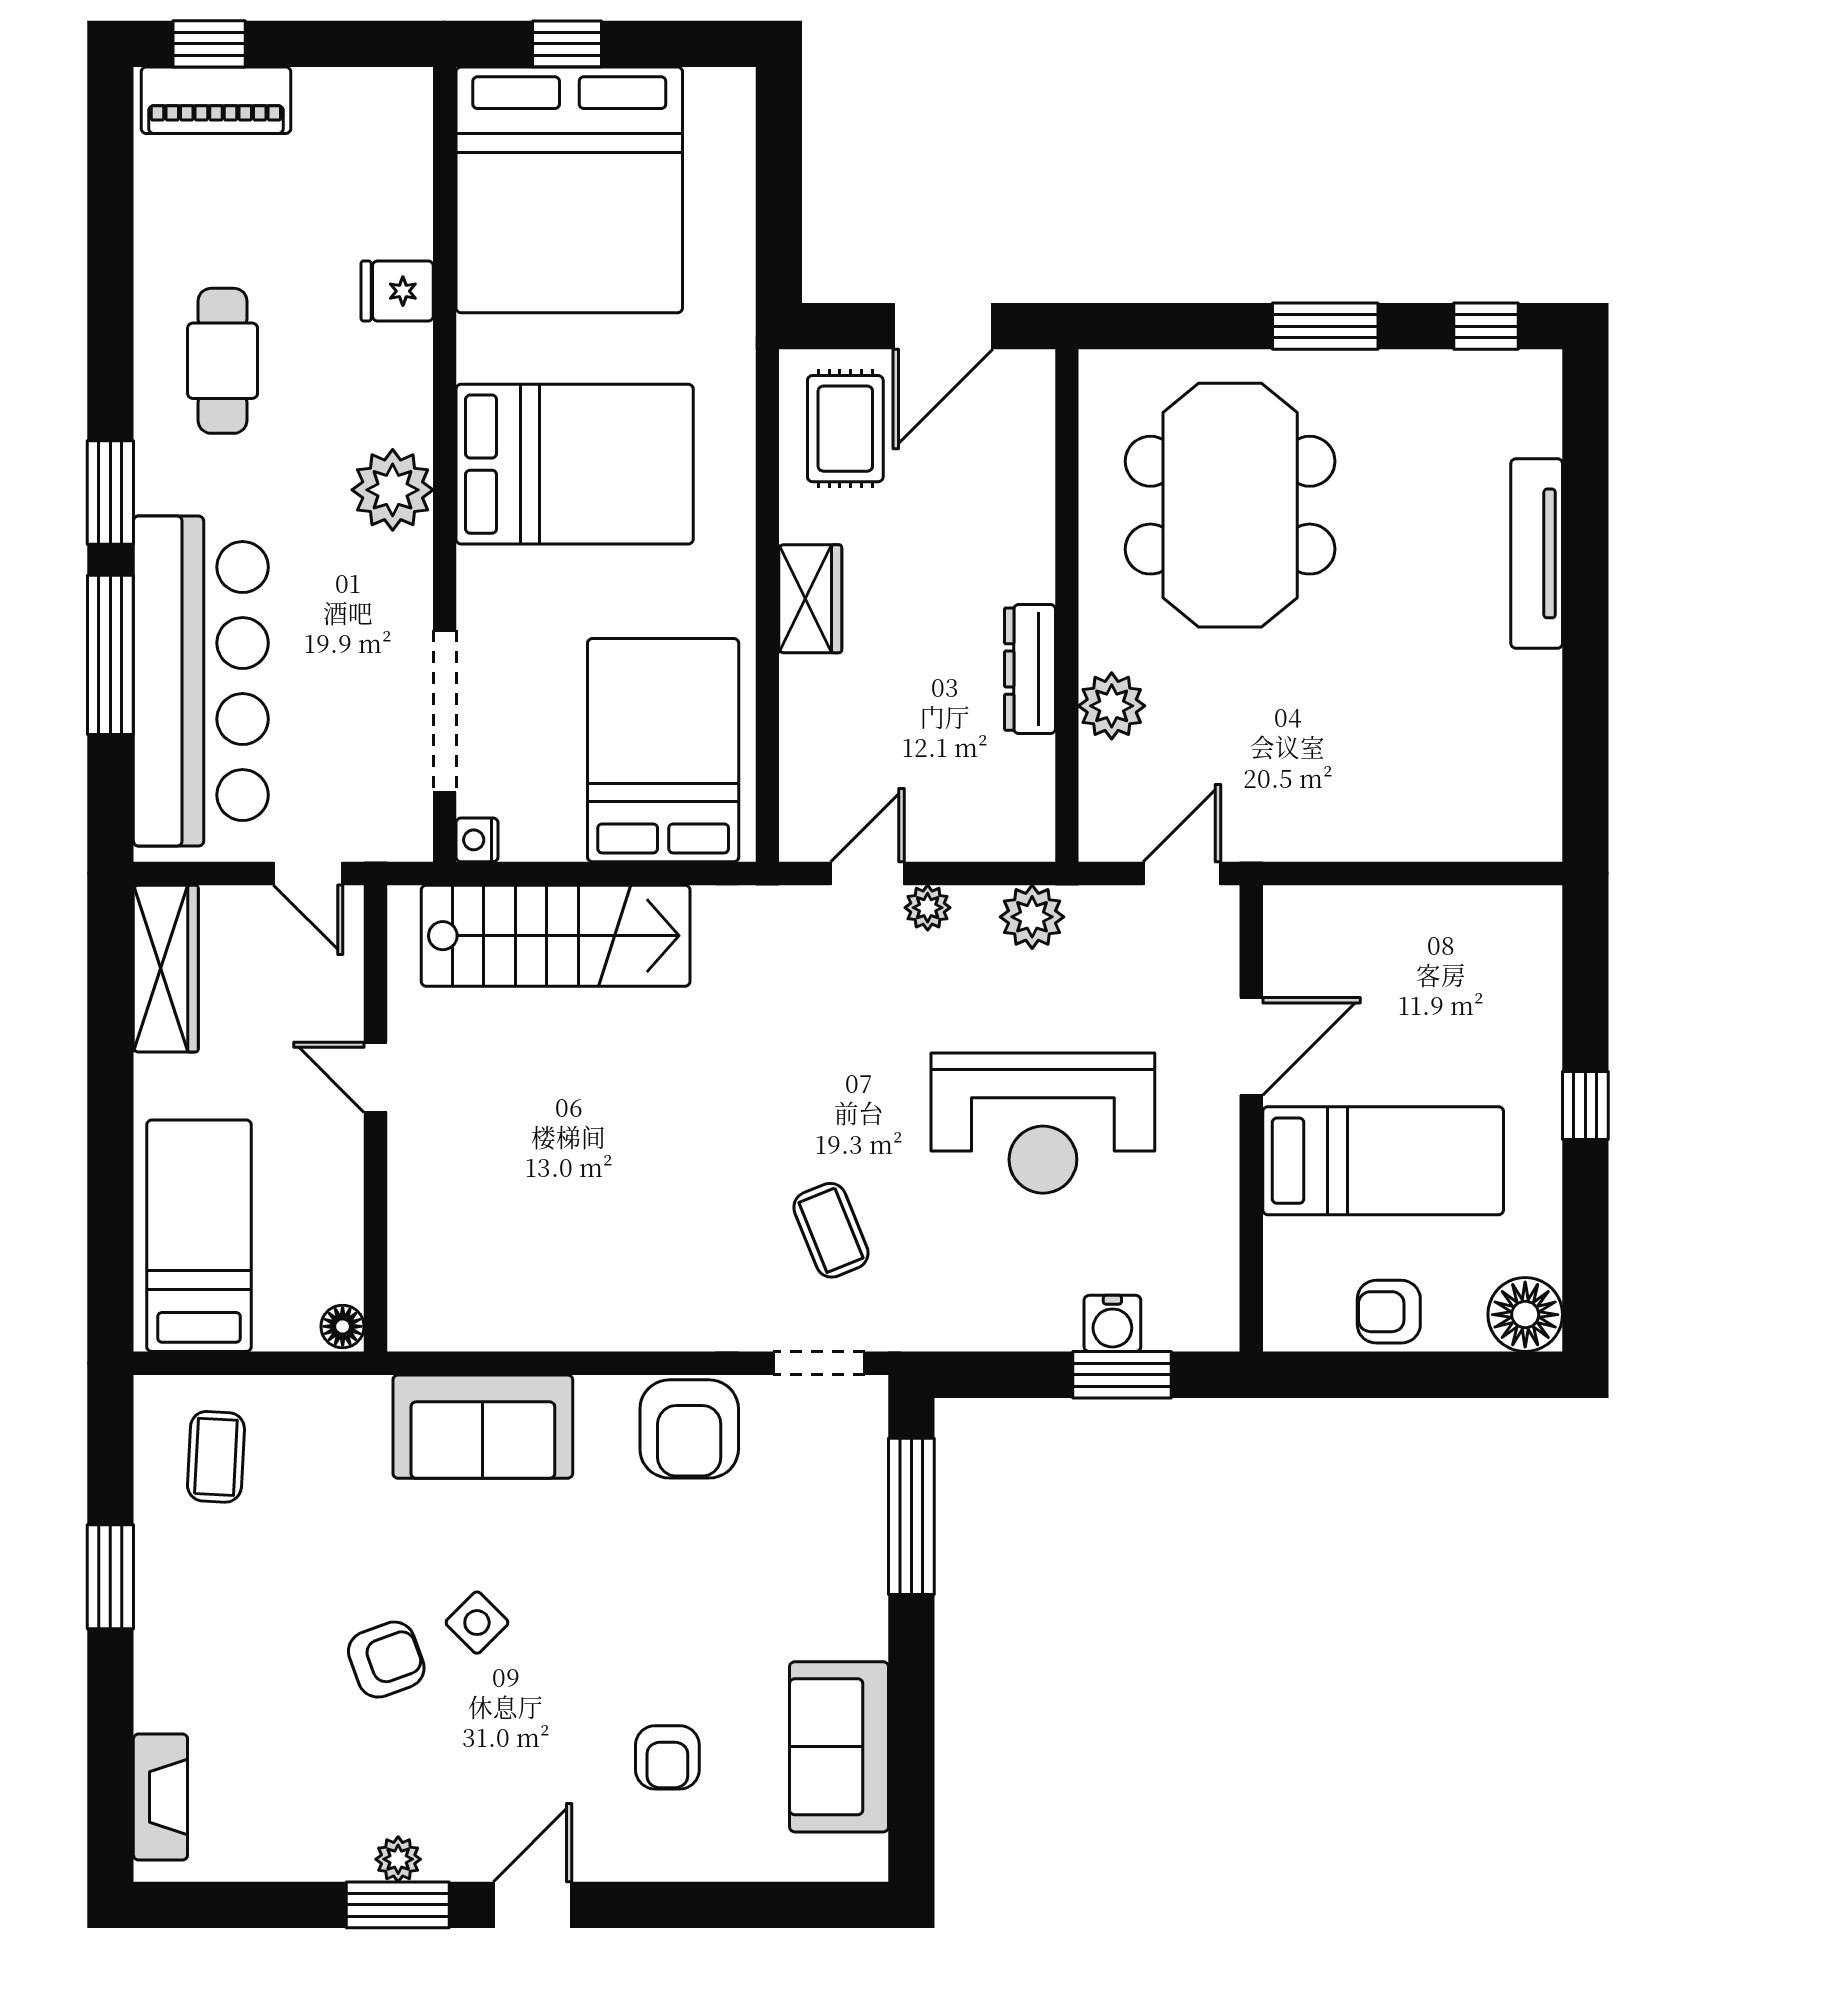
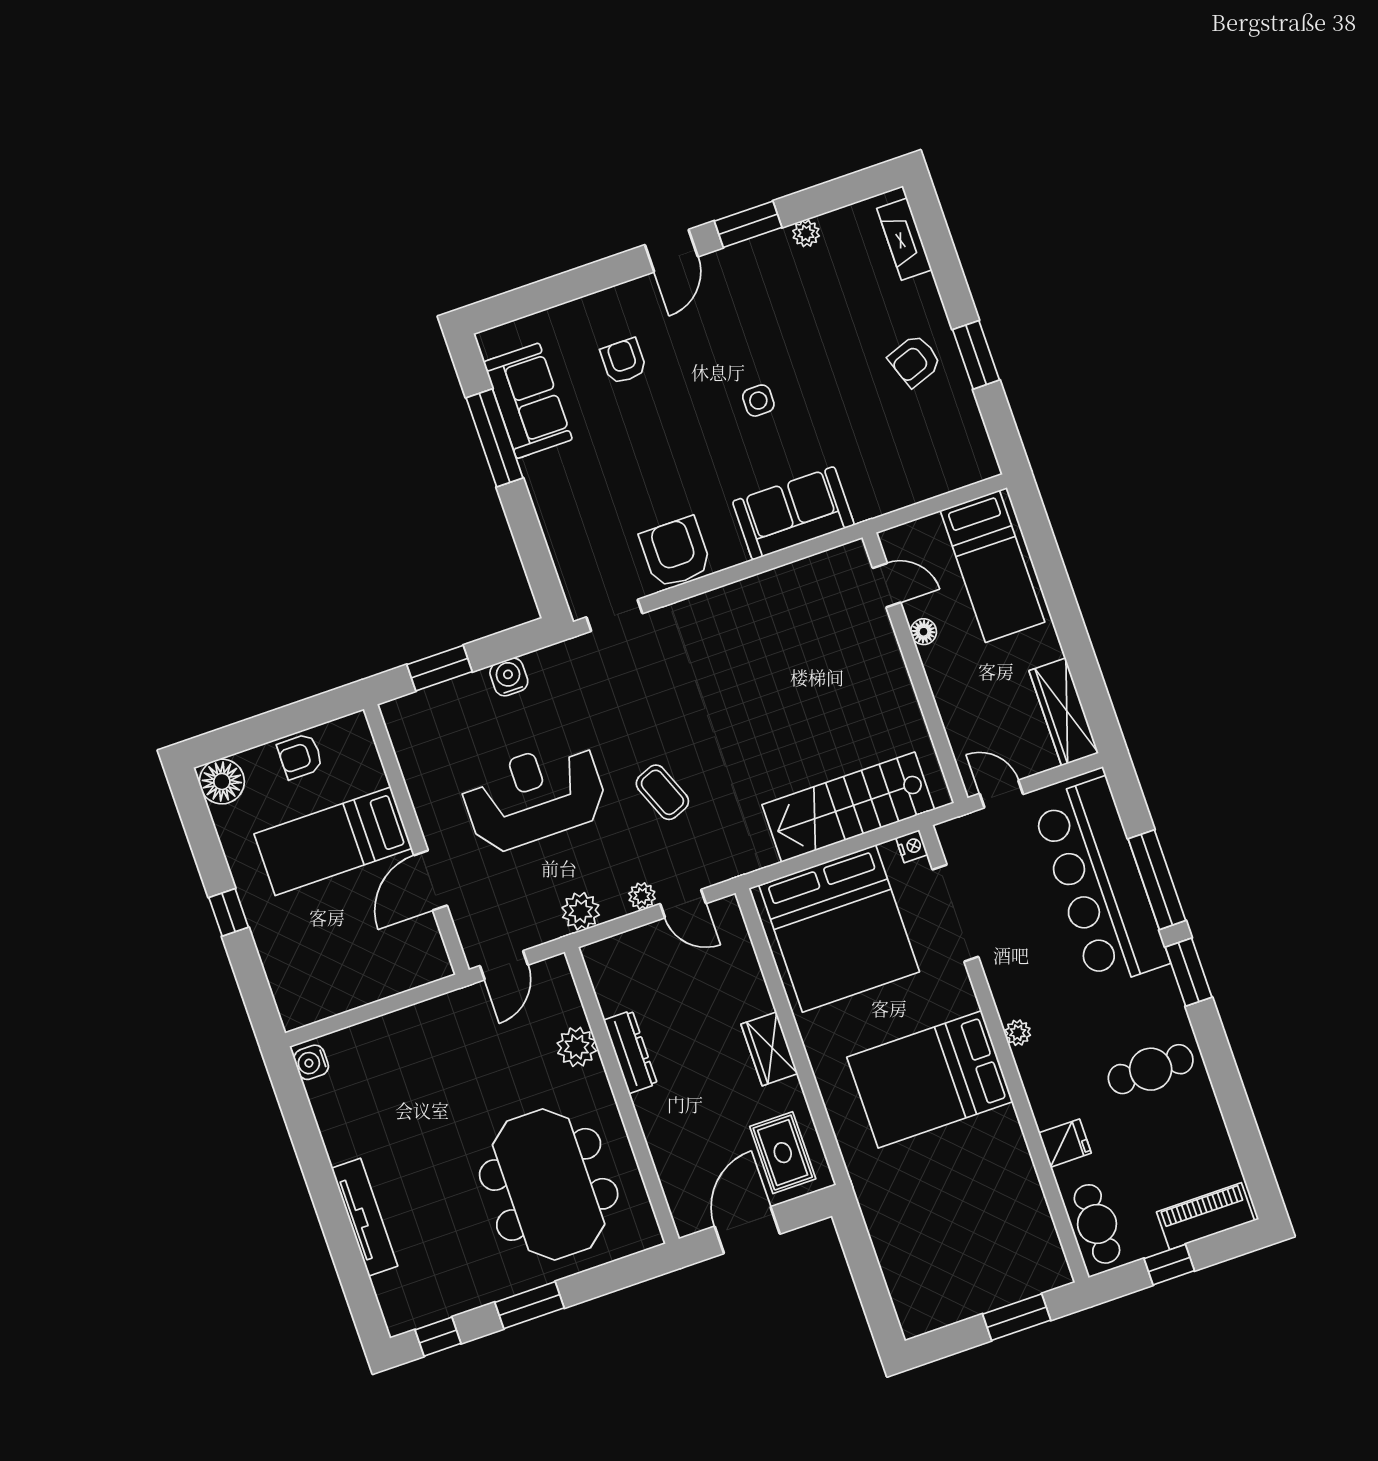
window: (209, 44) -> (1169, 1265), moved
window: (567, 44) -> (1017, 1317), width x1.50
cafe table: (390, 147) -> (1097, 1224), added
bed: (569, 190) -> (987, 1234), removed
cafe table: (223, 361) -> (1151, 1069), turned 90
plant: (393, 490) -> (1018, 1033), width x0.53, depth x0.53
bed: (663, 750) -> (839, 928), width x1.36
water cooler: (1537, 825) -> (311, 1062), added
door: (867, 873) -> (683, 904), hinge flipped
door: (375, 1077) -> (887, 585), moved
coffee table: (831, 1230) -> (662, 792), moved
armchair: (1389, 1312) -> (300, 756), turned 180
water cooler: (1112, 1323) -> (509, 677), moved
floor lamp: (343, 1326) -> (924, 632), moved
coffee table: (216, 1457) -> (939, 444), removed
window: (911, 1516) -> (495, 438), moved
side table: (477, 1623) -> (758, 401), turned 45
armchair: (386, 1660) -> (915, 361), moved
plant: (398, 1859) -> (806, 233), moved

